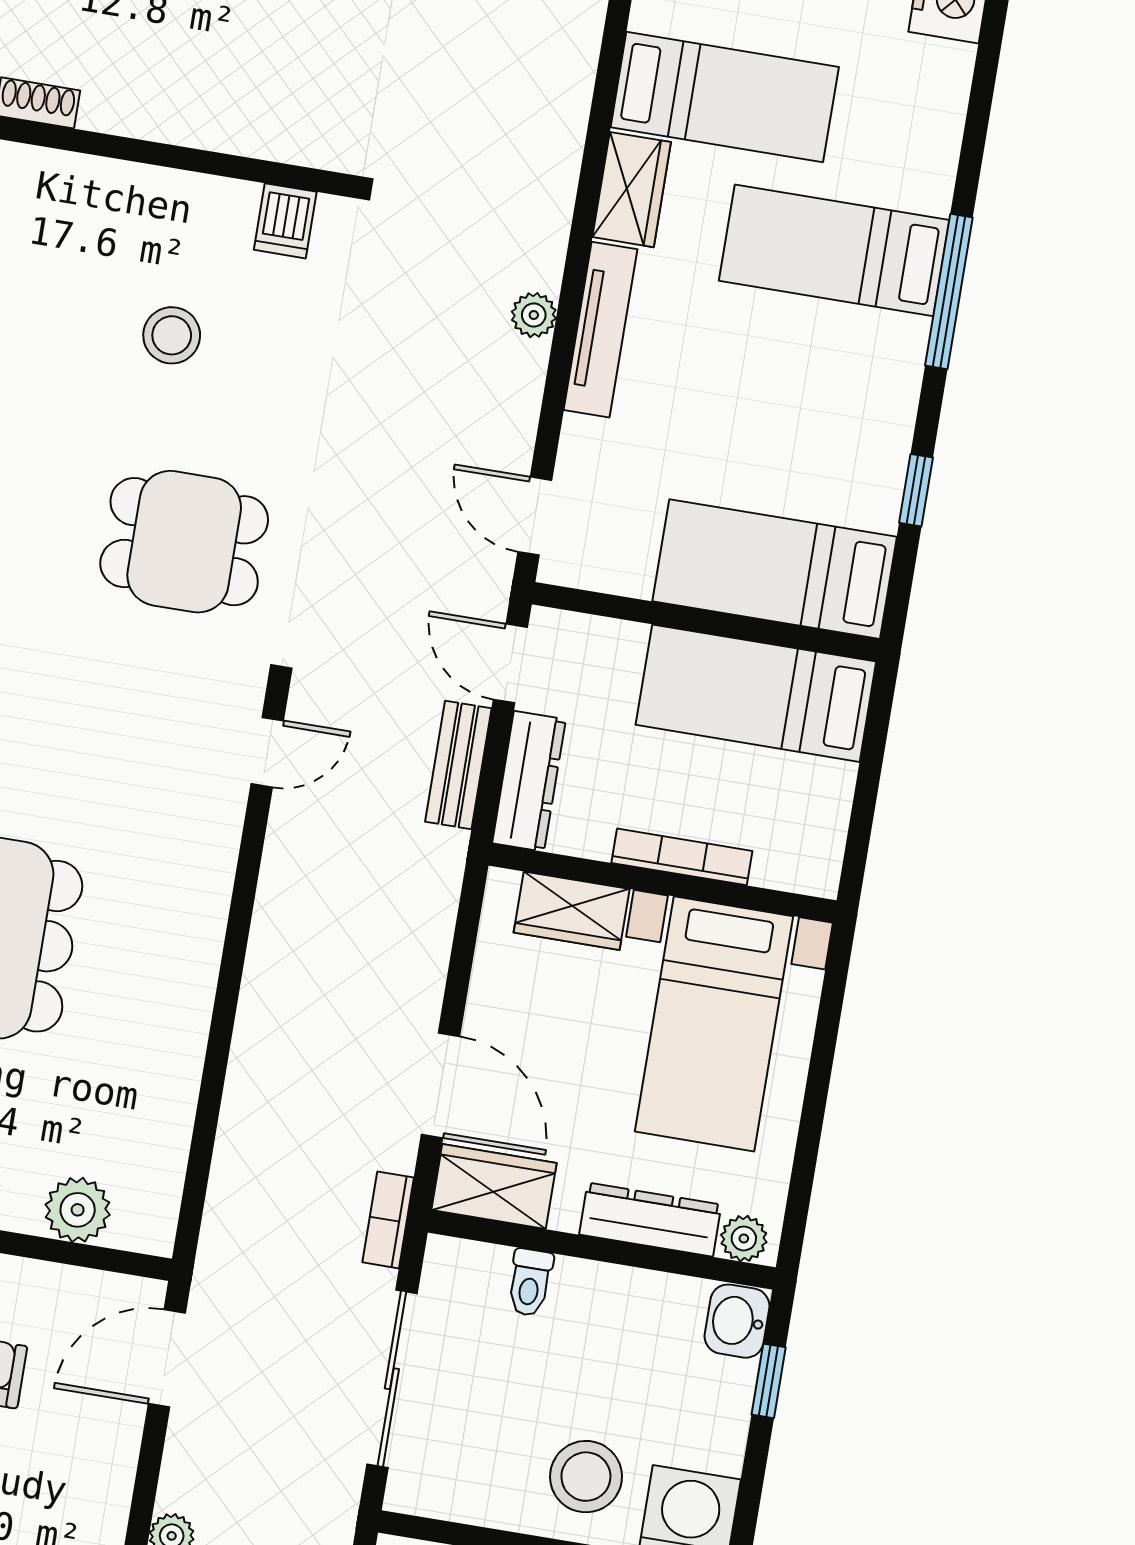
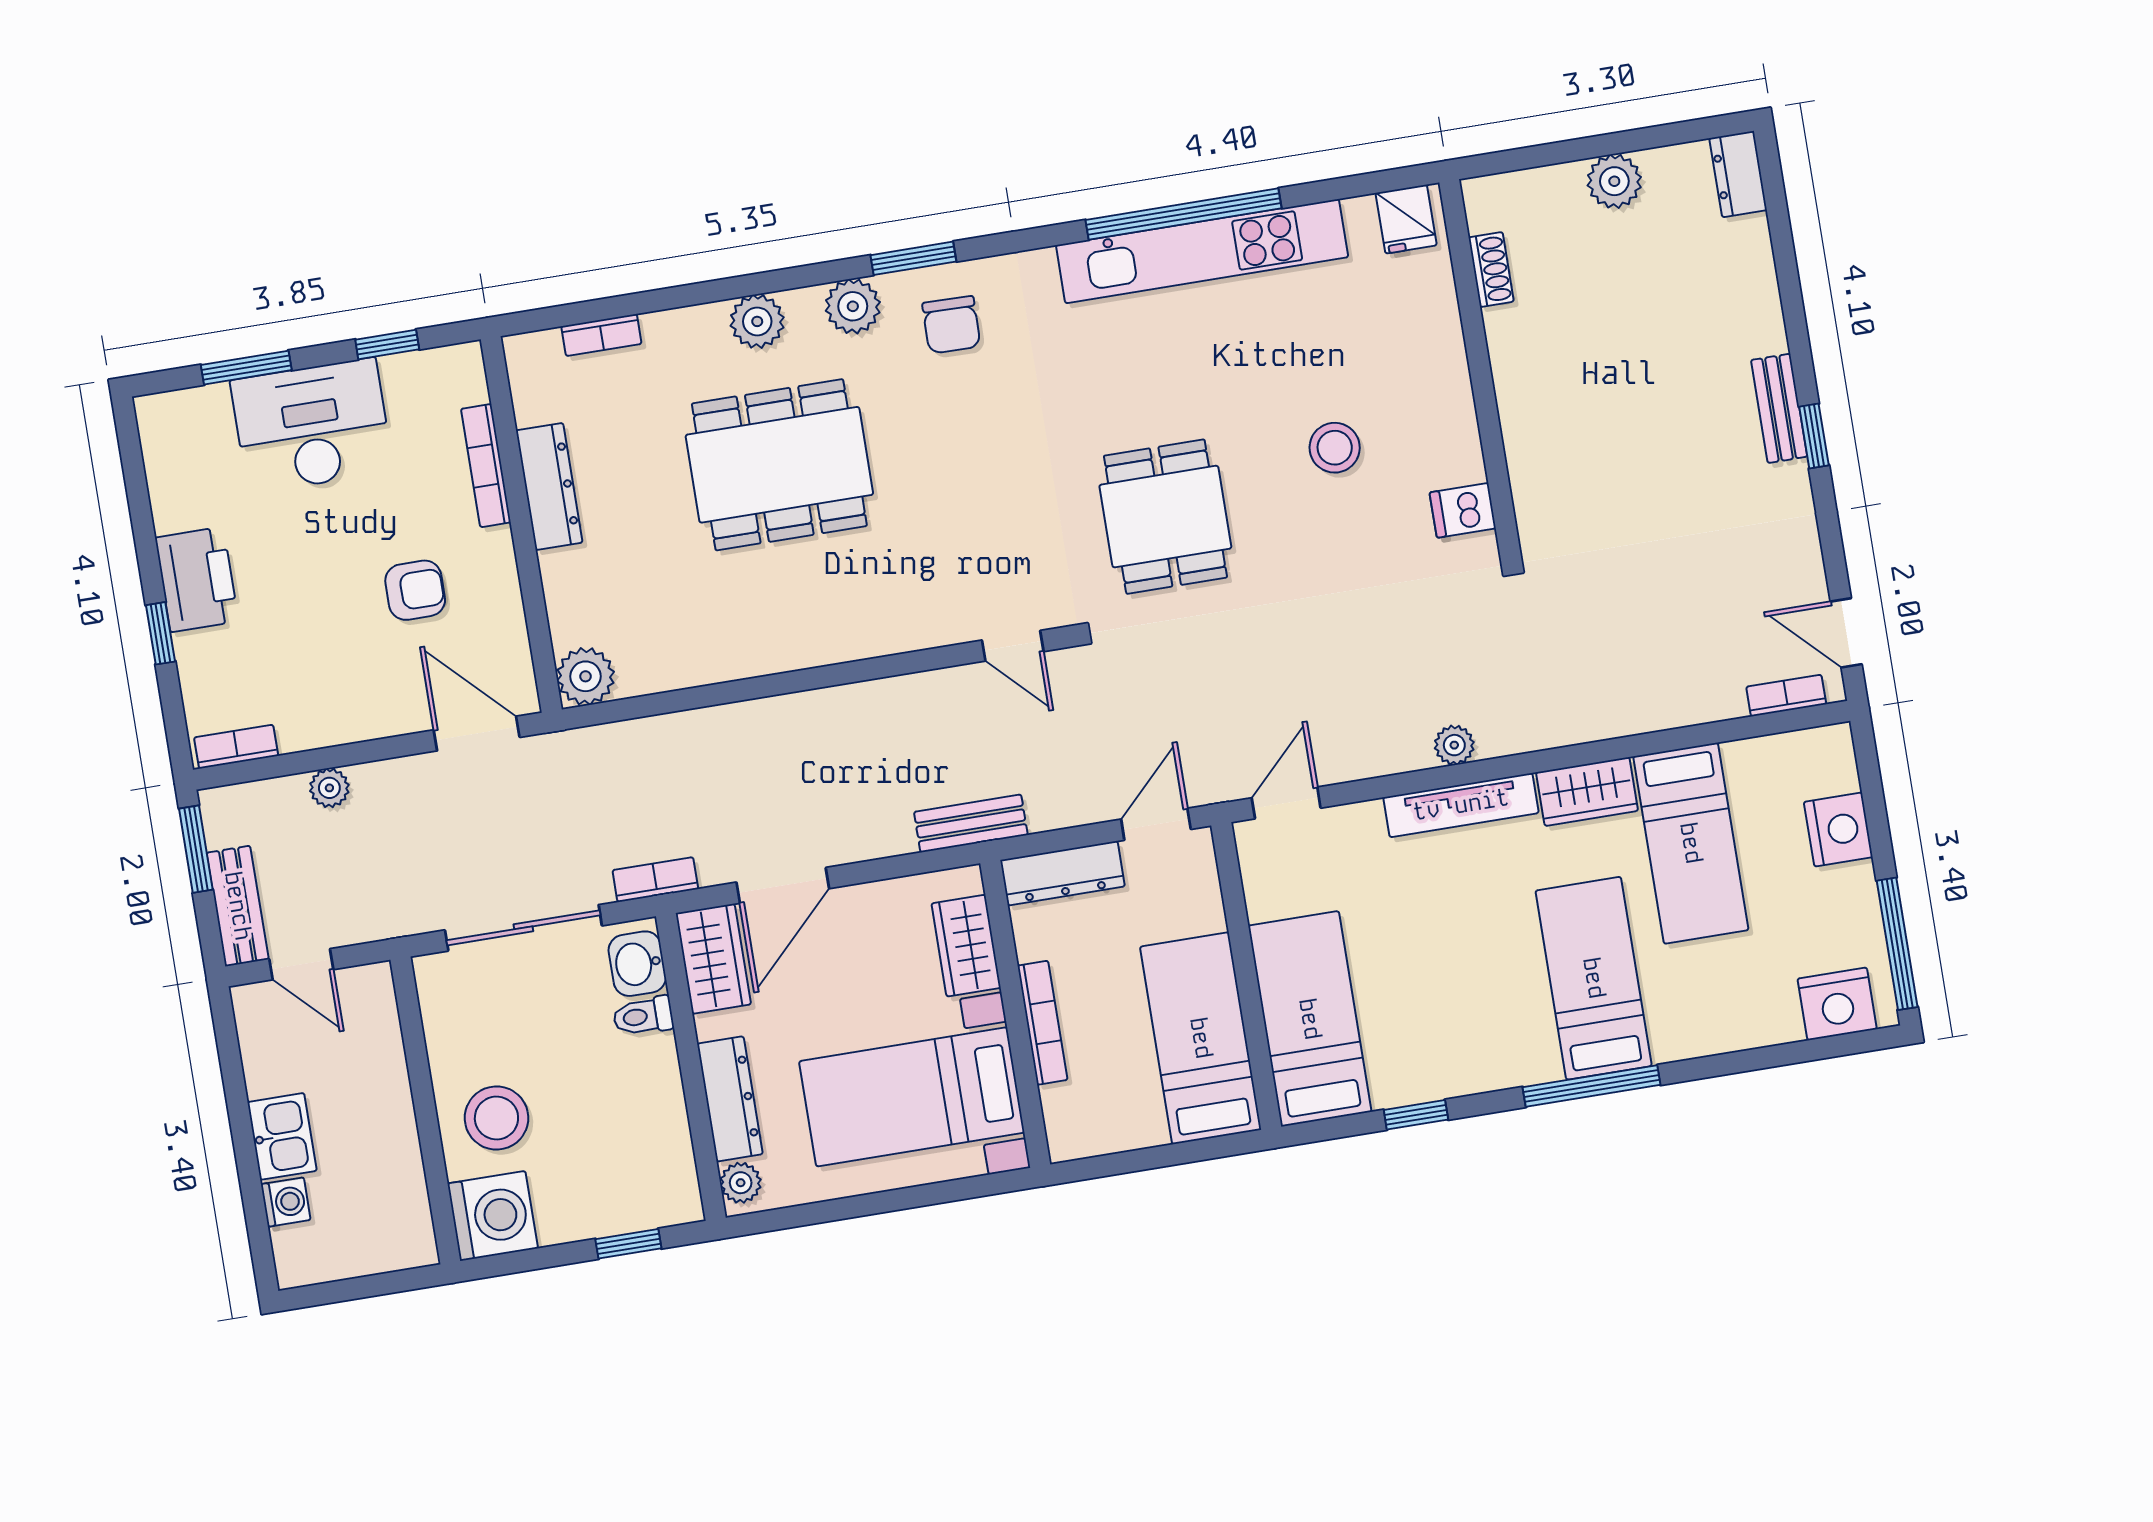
bench: (458, 765) -> (971, 823), moved
plant: (78, 1210) -> (586, 676), moved
washbasin: (737, 1321) -> (637, 964), moved, turned -90

